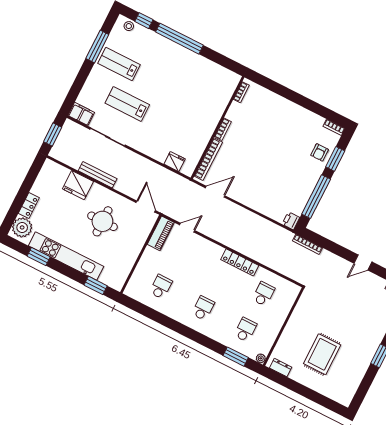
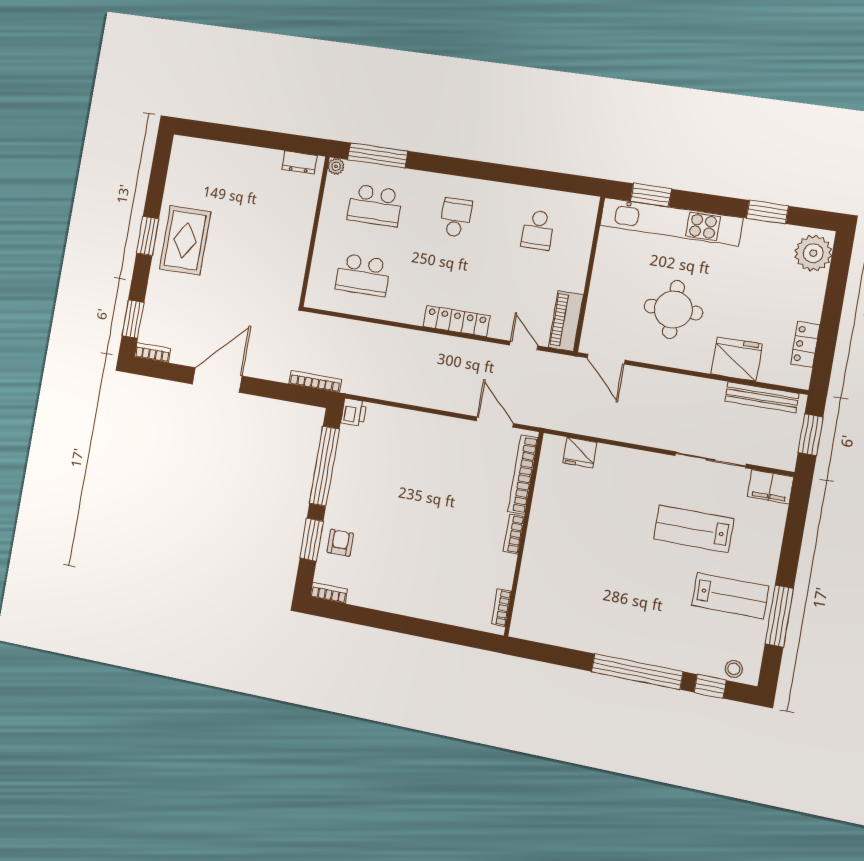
lab bench: (127, 104) -> (694, 529), turned 180
bench: (98, 175) -> (762, 397), moved
door: (215, 192) -> (495, 422), swing flipped
locker: (29, 206) -> (805, 344), moved
door: (187, 228) -> (524, 345), swing flipped
kitchen unit: (66, 256) -> (671, 222), moved
locker: (240, 262) -> (457, 321), moved
door: (363, 263) -> (217, 380), width x1.87
school desk: (263, 294) -> (363, 275), width x1.85
school desk: (203, 308) -> (456, 218), turned 180
school desk: (245, 330) -> (375, 205), width x1.85
rug: (322, 354) -> (185, 240), moved
window: (236, 357) -> (378, 155), width x1.44

